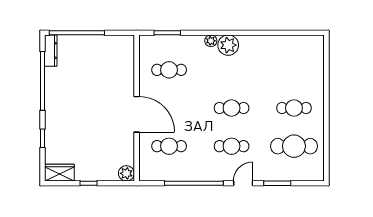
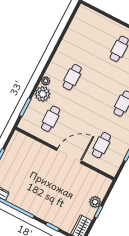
plant: (228, 45) -> (43, 94), moved
cafe table: (232, 108) -> (72, 77), moved
plant: (126, 173) -> (95, 202), moved

